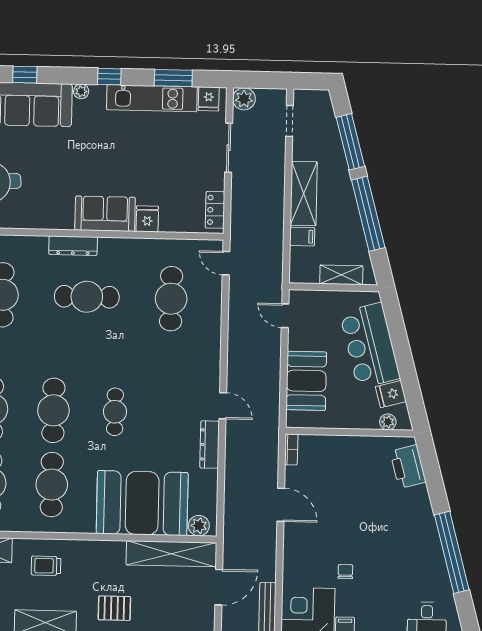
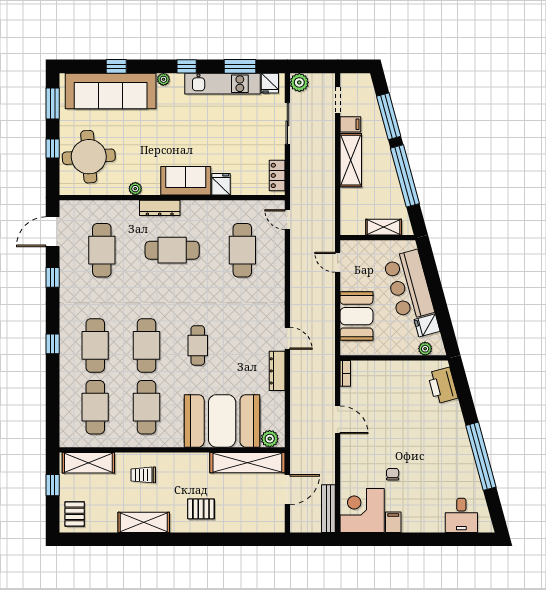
plant: (44, 222) -> (135, 189), added
filing cabinet: (302, 237) -> (350, 124), moved

